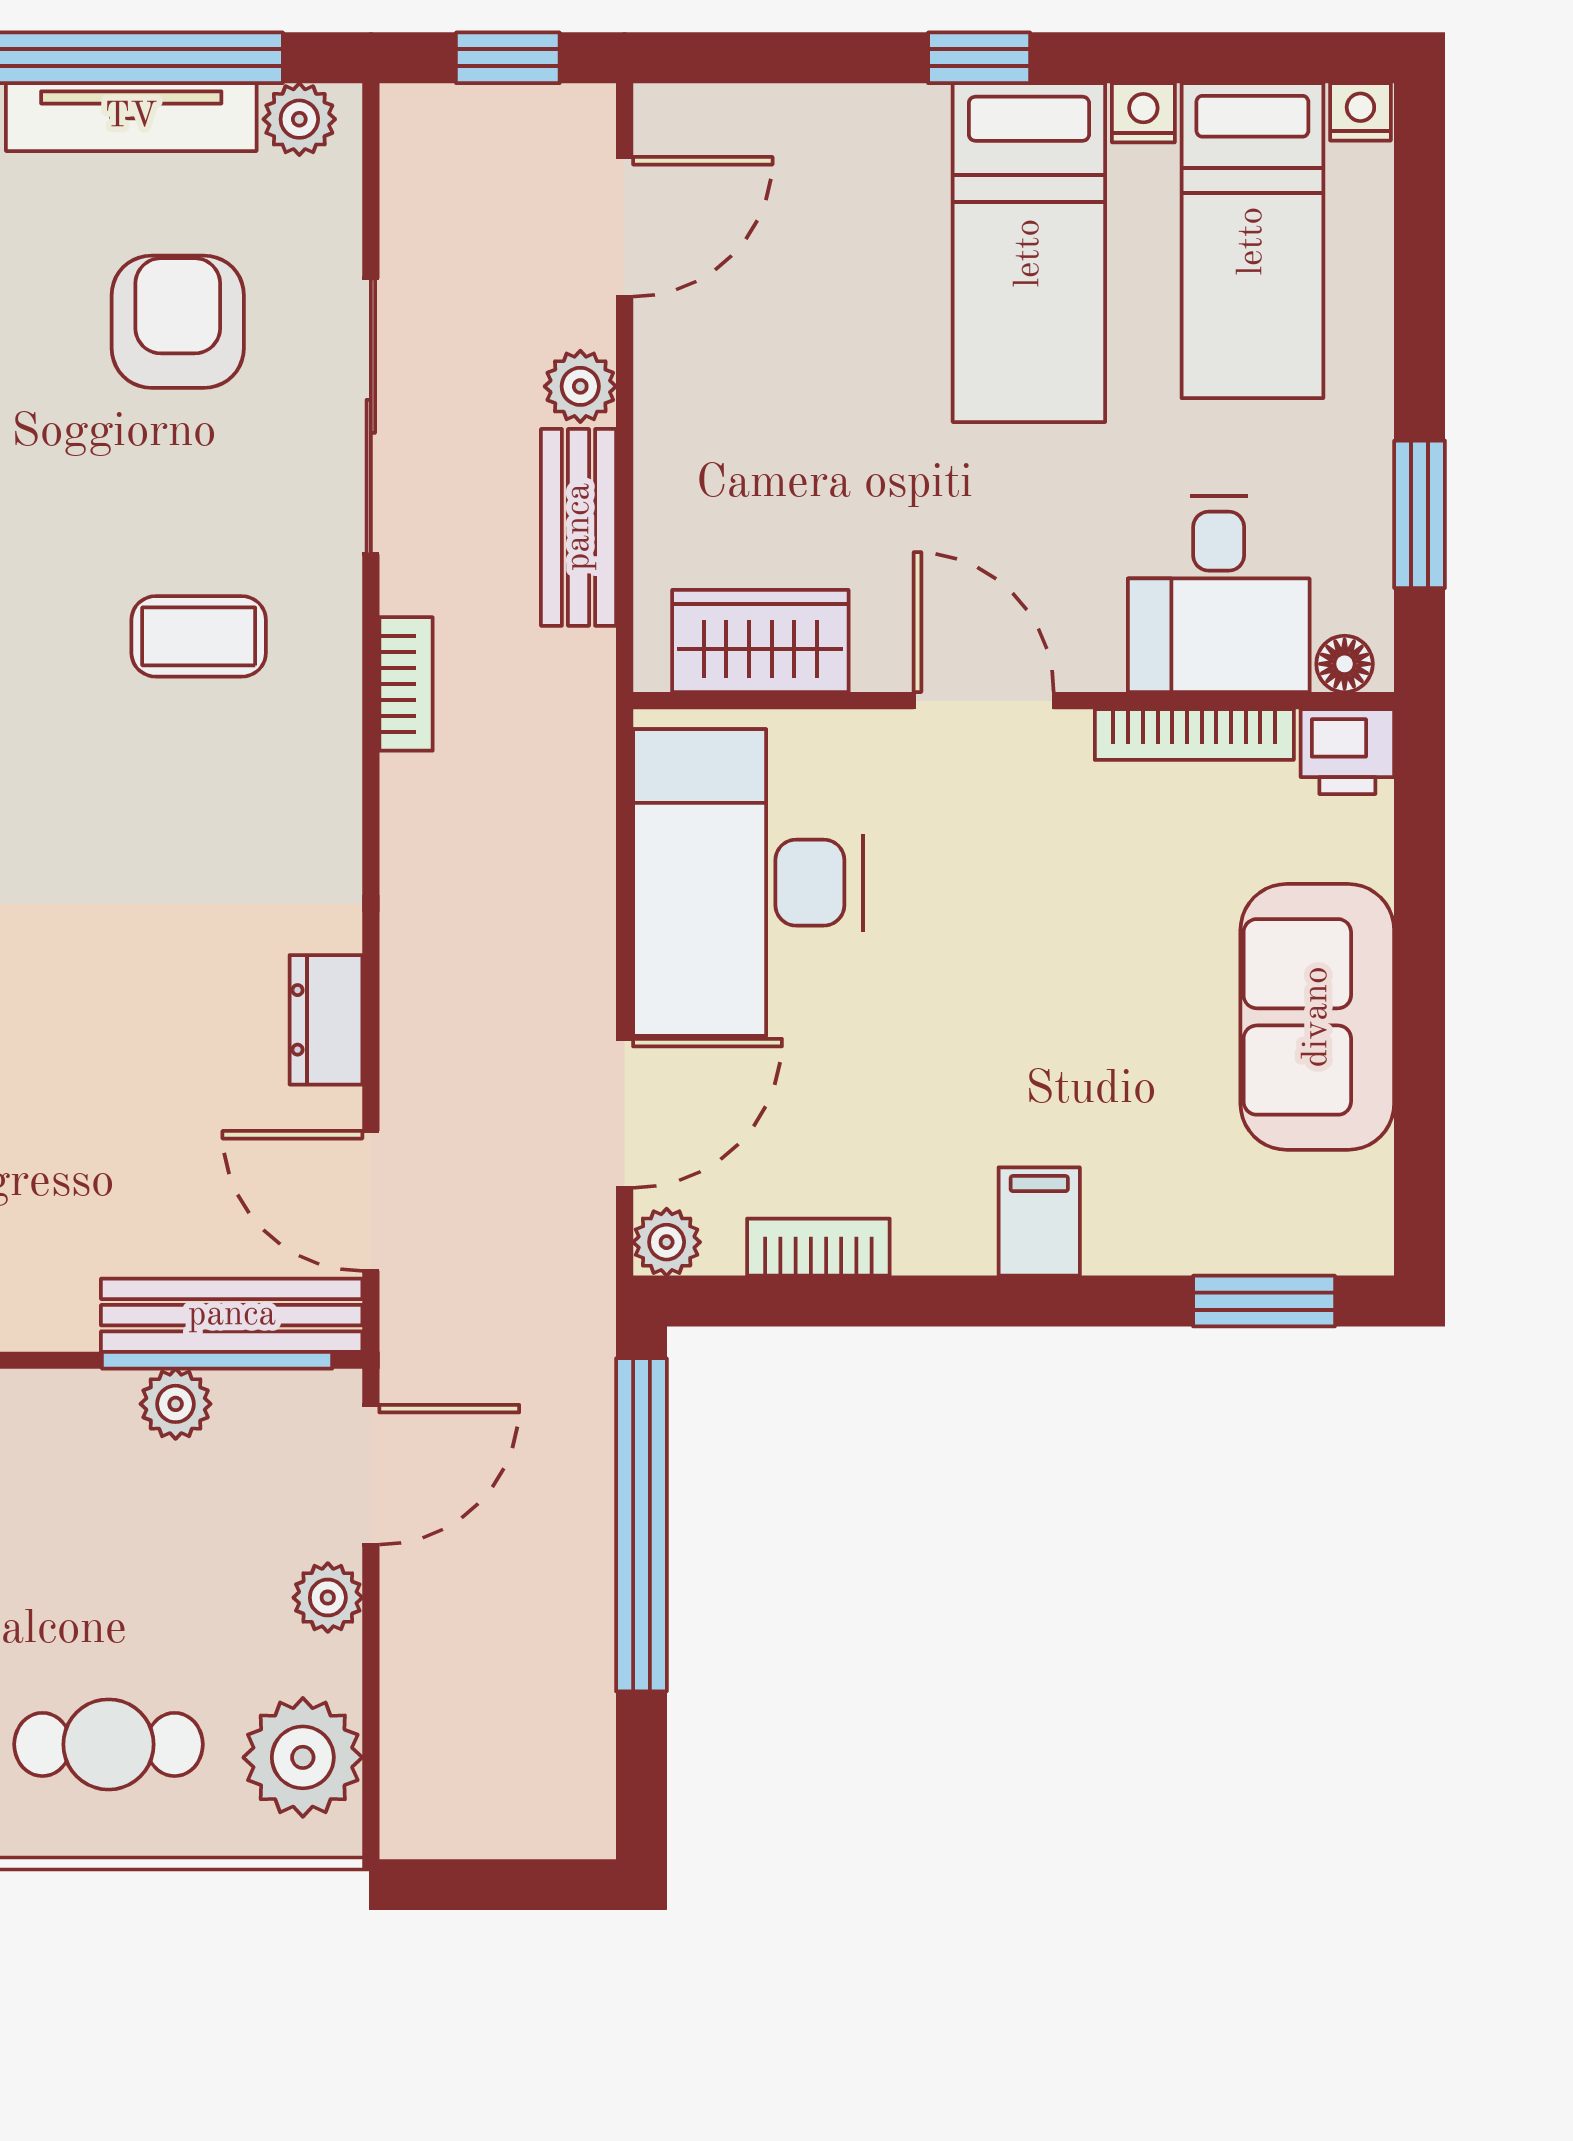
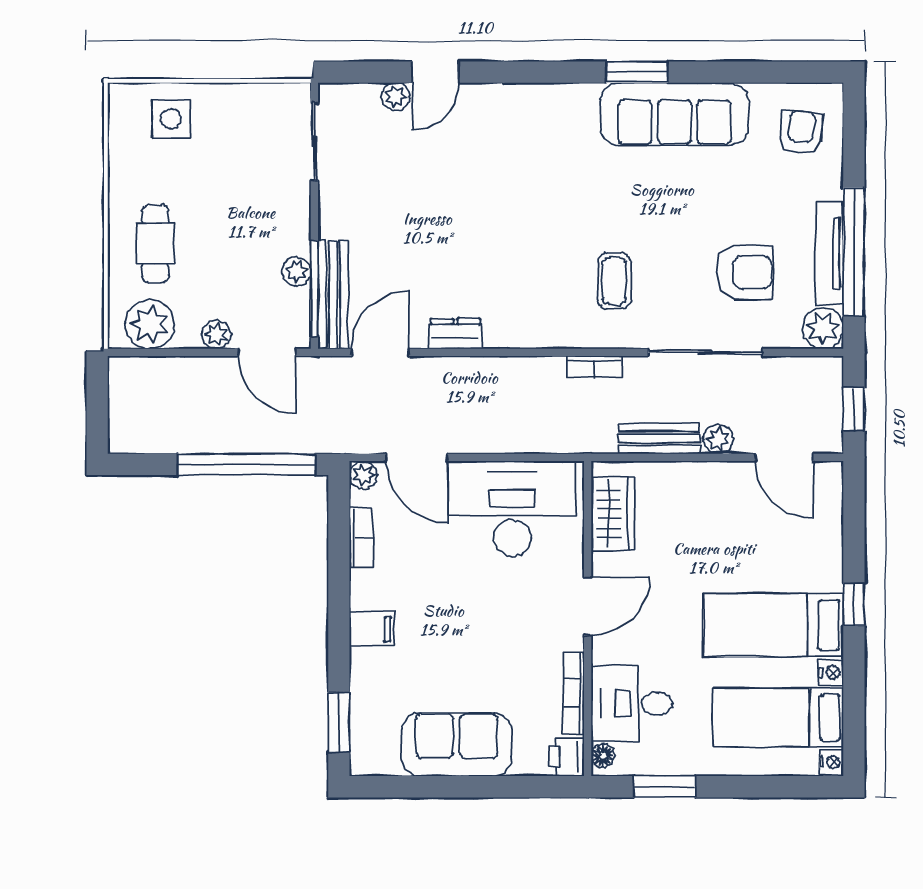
plant: (299, 119) -> (823, 328), width x1.38, depth x1.38

